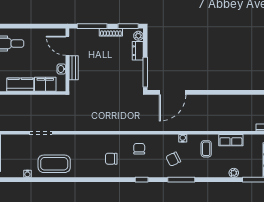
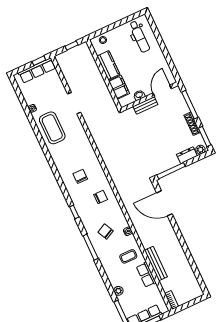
bench: (225, 126) -> (156, 263), added

